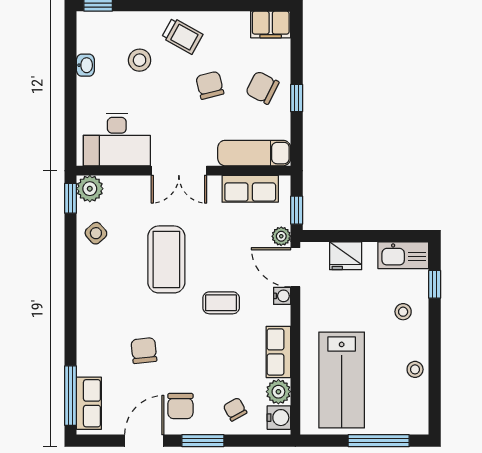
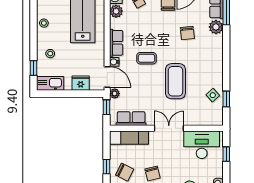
window: (71, 122) -> (226, 154), added
plant: (90, 189) -> (216, 27), moved
window: (71, 198) -> (226, 99), moved
row of seats: (278, 352) -> (116, 43), moved

